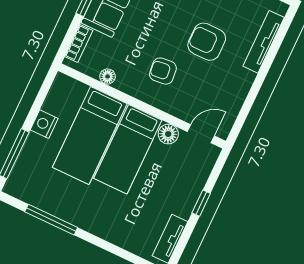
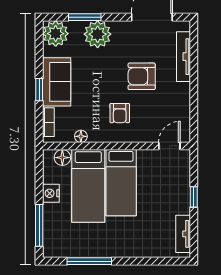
armchair: (163, 71) -> (120, 113), turned -84
floor lamp: (168, 134) -> (62, 158), moved

